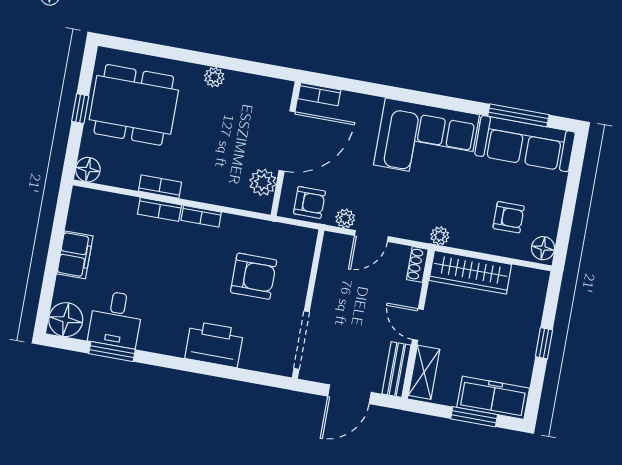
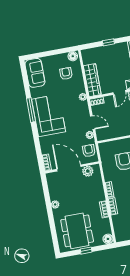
window: (518, 115) -> (31, 110), moved
sofa: (525, 144) -> (35, 73), width x0.73

